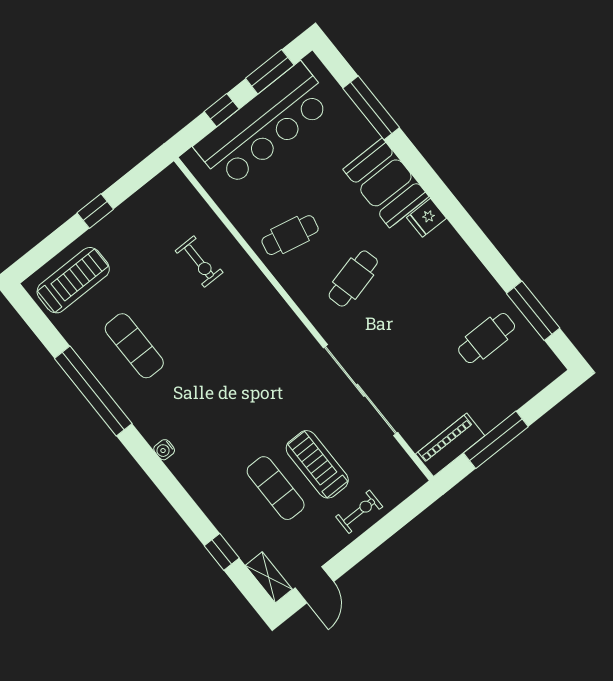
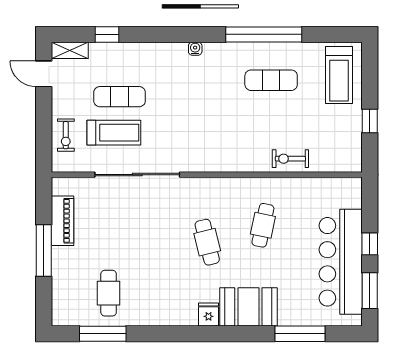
wall: (304, 319) -> (207, 175), moved
sliding door: (361, 390) -> (137, 175), moved

